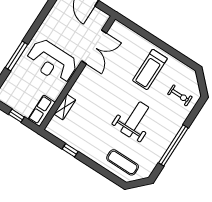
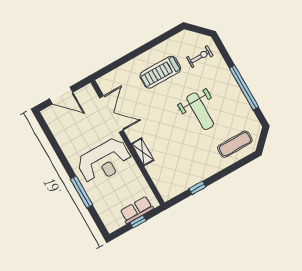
treadmill: (150, 69) -> (160, 72), turned 90
shelving: (65, 107) -> (143, 152), moved
row of seats: (42, 111) -> (137, 210), moved, turned 90
weight bench: (135, 119) -> (200, 111), turned 180

